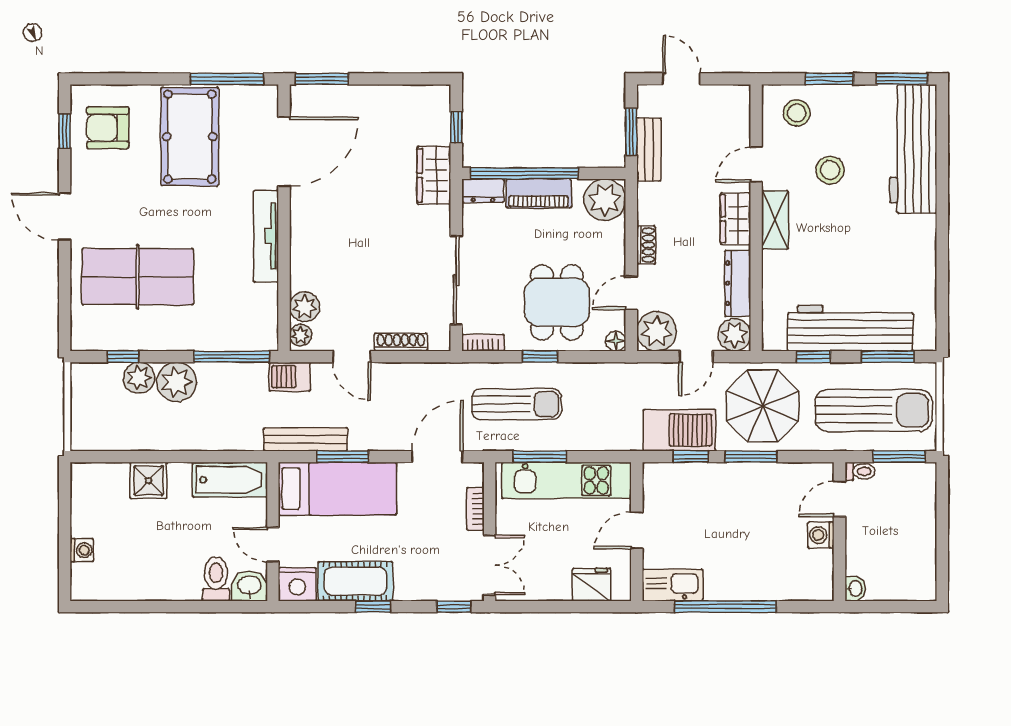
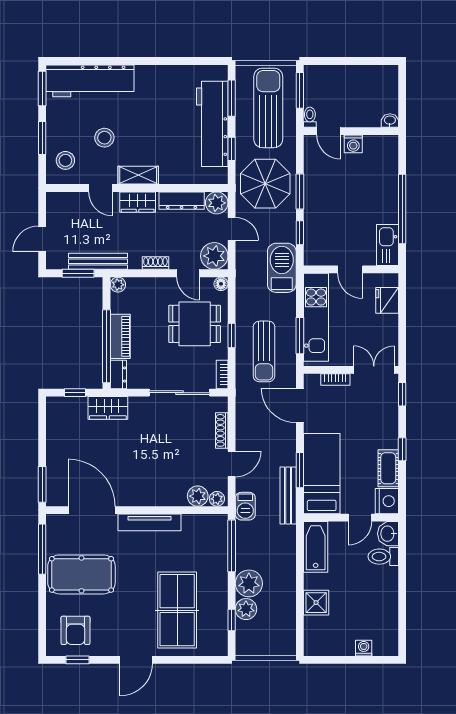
bench: (649, 149) -> (98, 261), width x1.36
plant: (605, 200) -> (118, 285), width x0.53, depth x0.53
sun lounger: (517, 404) -> (264, 351), turned 180
barbecue: (679, 430) -> (282, 268), moved
cot: (355, 581) -> (388, 468), width x0.73, depth x0.75

